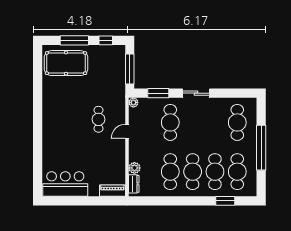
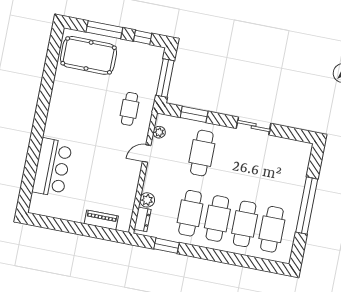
sliding door: (196, 93) -> (254, 126), moved
plant: (133, 102) -> (159, 132), moved
cafe table: (99, 119) -> (129, 109), moved
cafe table: (237, 122) -> (284, 169), removed
bar counter: (65, 184) -> (52, 167), moved, turned 90
piano: (112, 191) -> (101, 220), moved
window: (225, 201) -> (167, 246), moved

